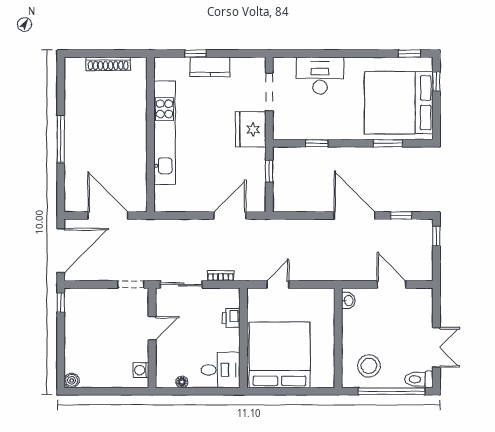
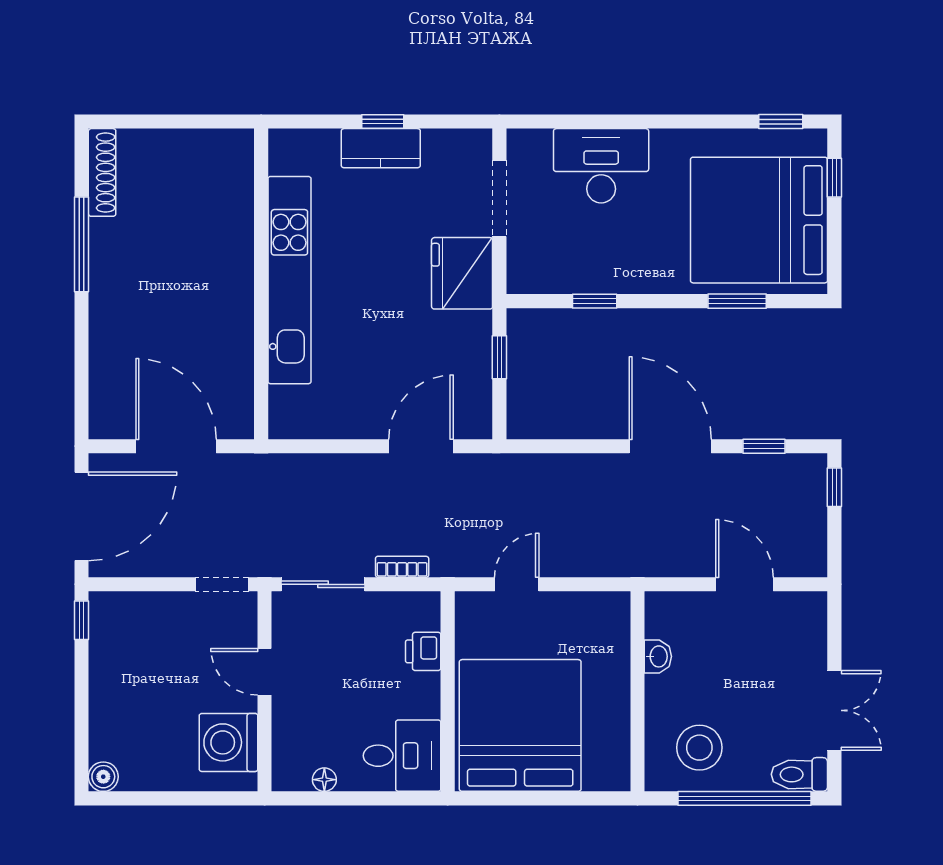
window: (195, 54) -> (383, 122), moved
shoe rack: (108, 64) -> (102, 172), moved, turned -90
window: (61, 139) -> (82, 244), moved
washbasin: (348, 301) -> (658, 656), moved
door: (152, 328) -> (265, 672), swing flipped
washing machine: (141, 370) -> (229, 742), width x1.89, depth x1.89

